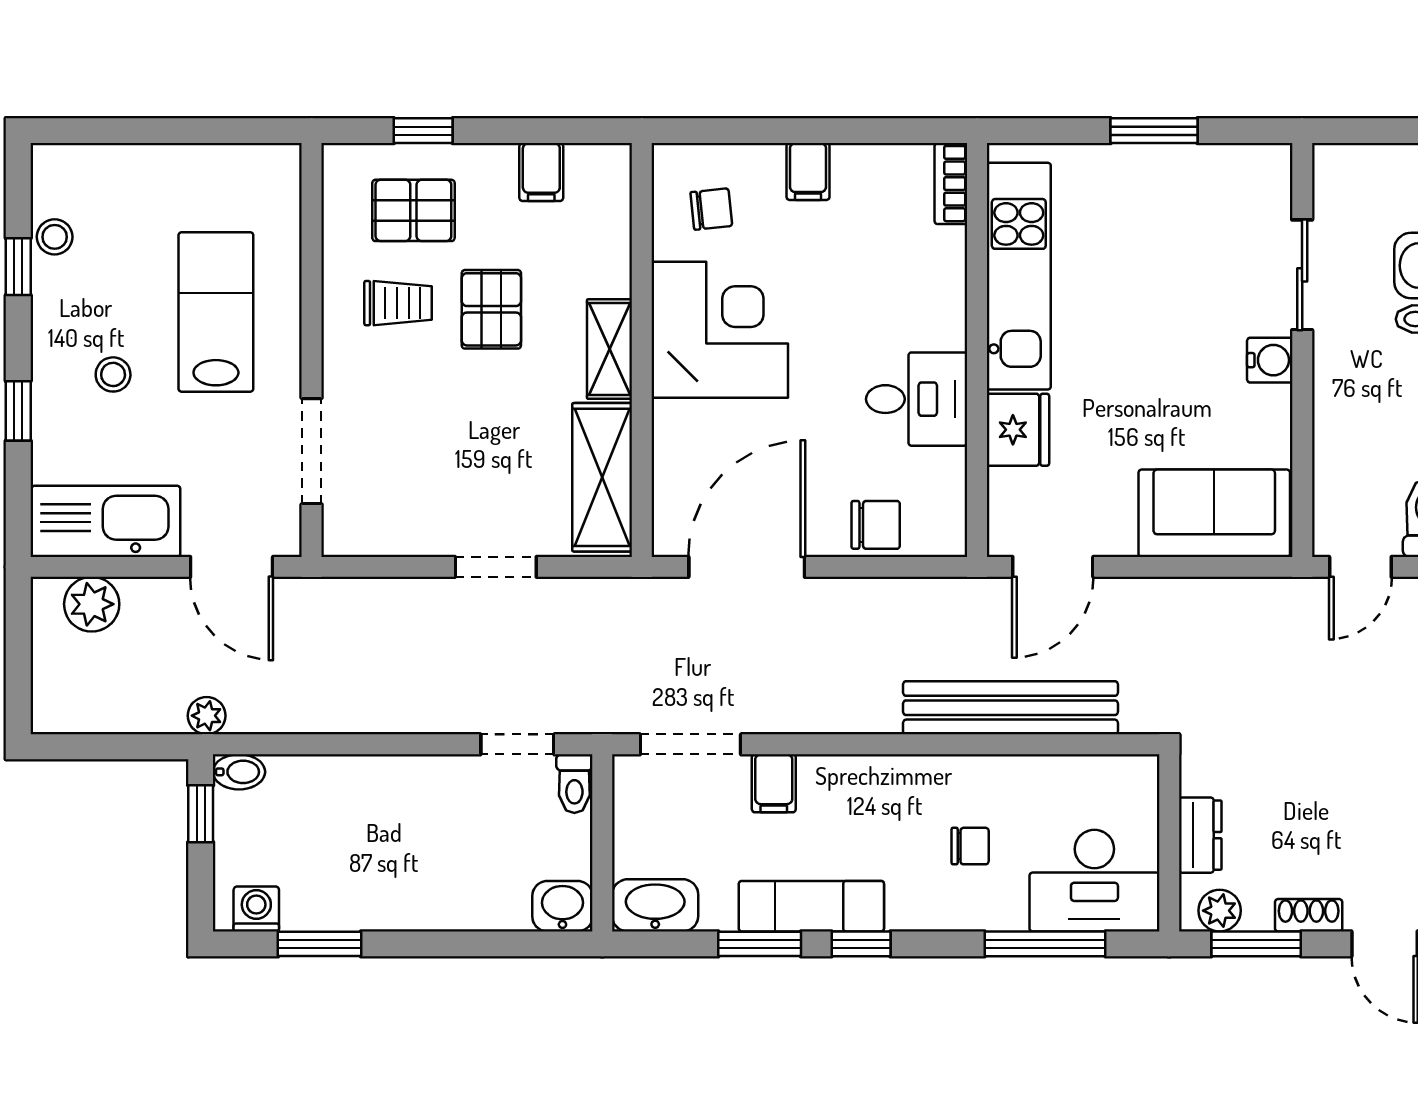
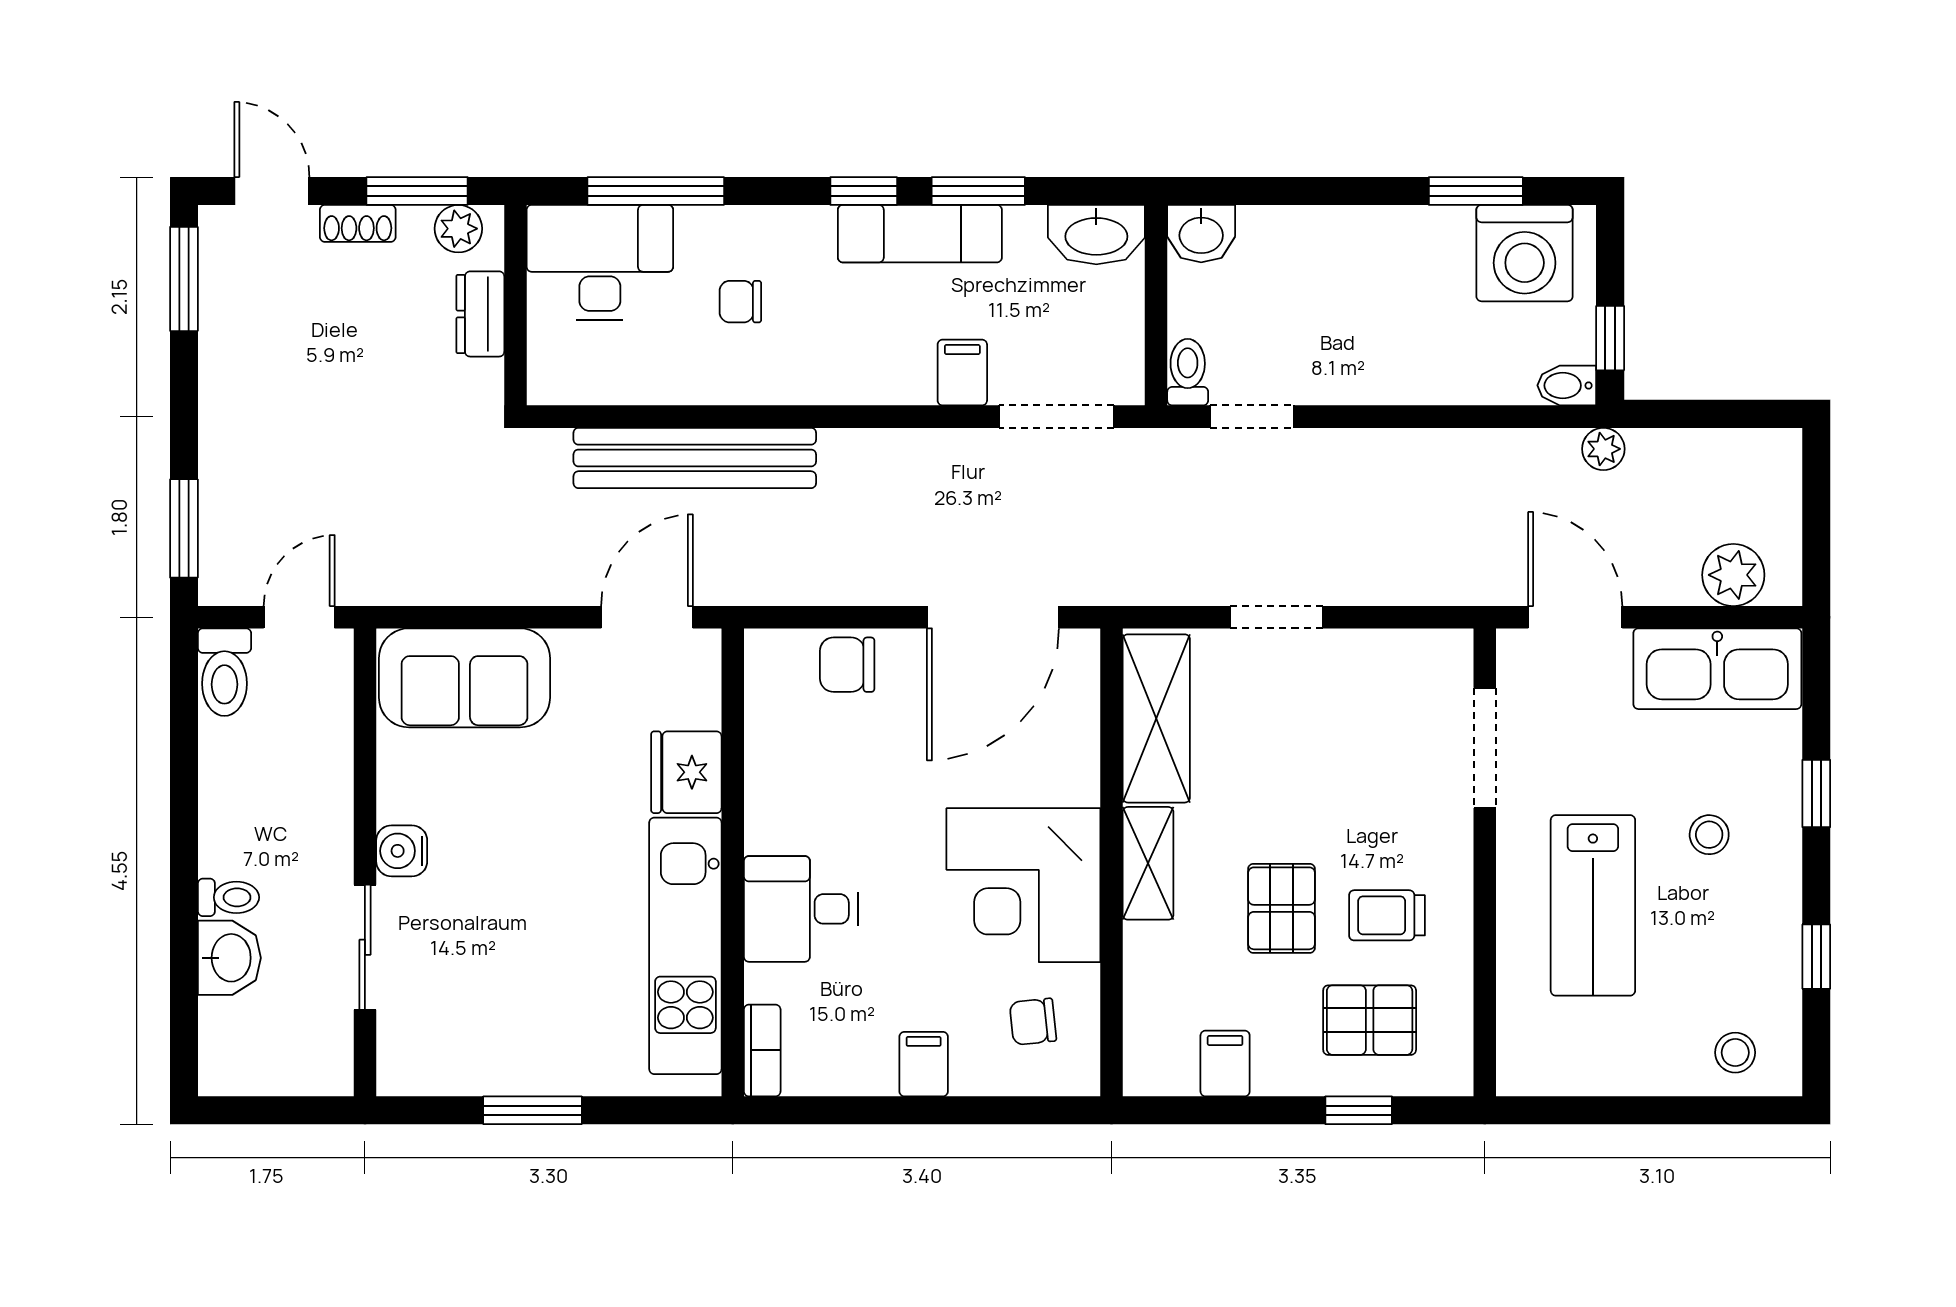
stool: (55, 237) -> (1735, 1053), moved
desk: (917, 399) -> (801, 909), moved
washing machine: (256, 909) -> (1525, 253), width x1.89, depth x1.89

